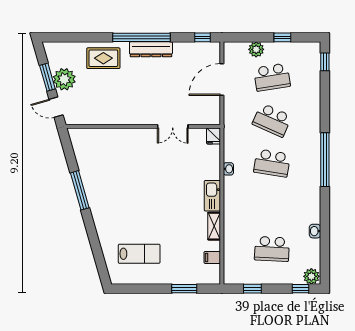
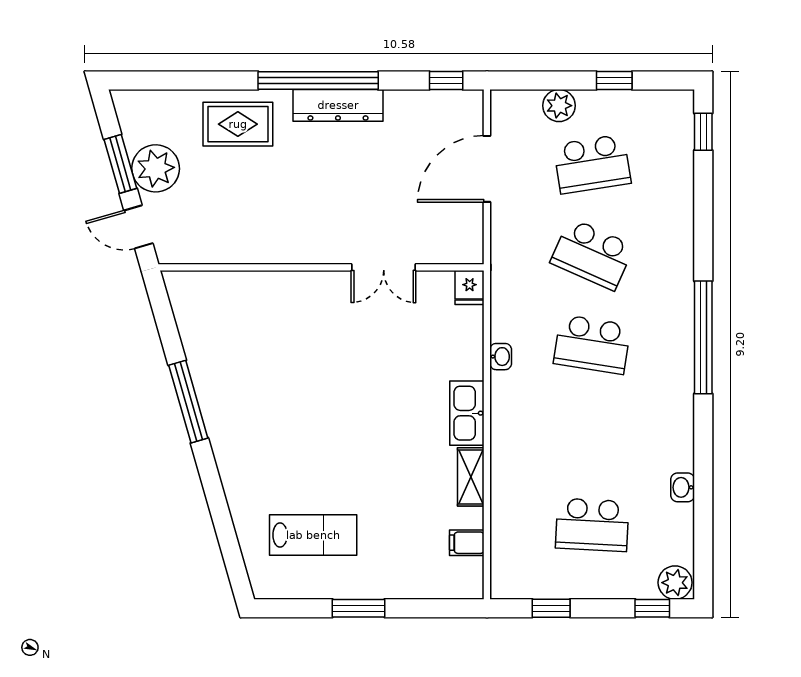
window: (184, 289) -> (359, 608), moved

